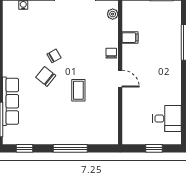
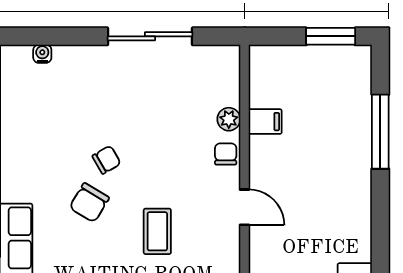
plant: (113, 14) -> (229, 119), moved
chair: (46, 76) -> (89, 203), turned -98

